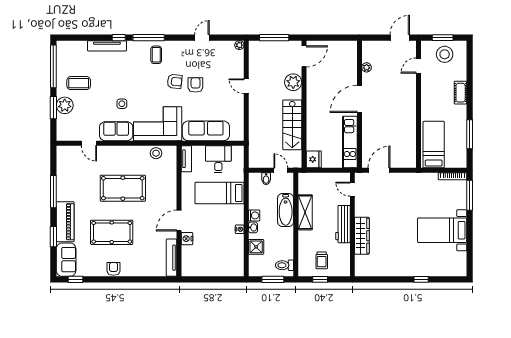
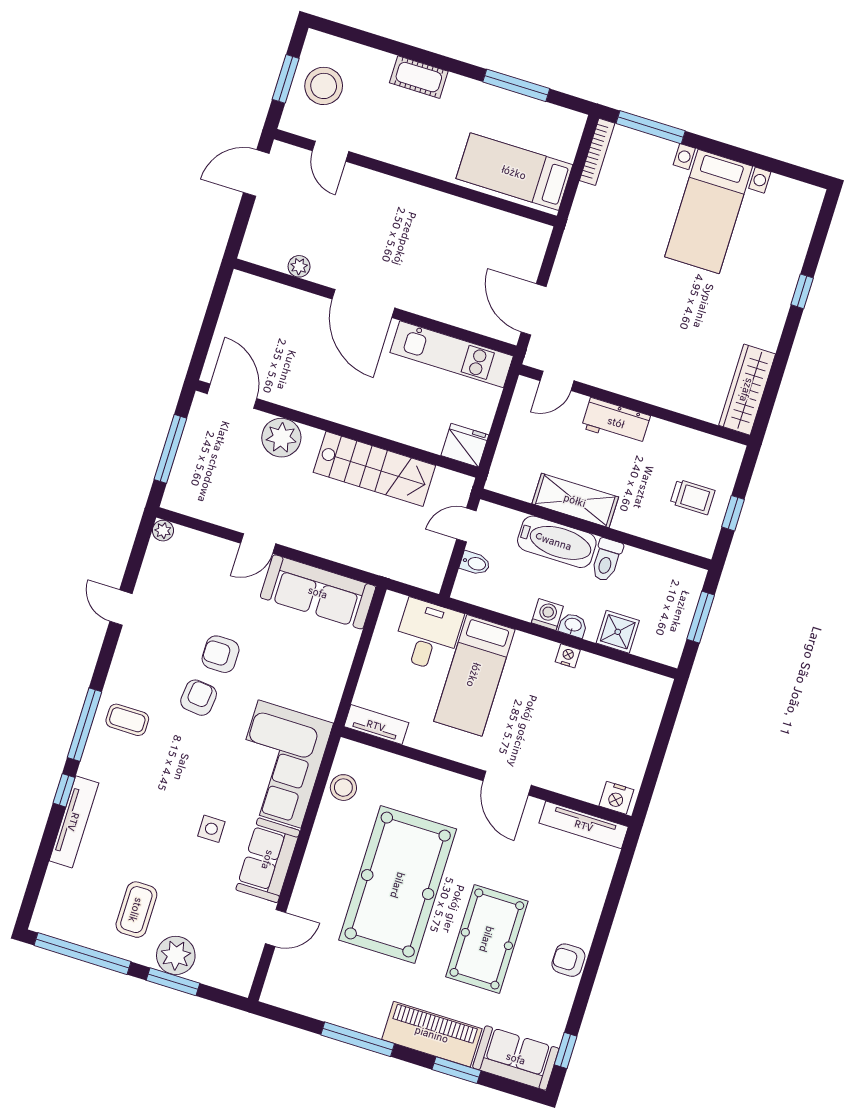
door: (400, 38) -> (256, 173), hinge flipped
sofa: (206, 131) -> (318, 592), moved, turned -90
desk: (218, 159) -> (428, 635), moved, turned 90
pool table: (123, 188) -> (398, 885), width x1.36, depth x1.32
workbench: (343, 224) -> (616, 422), width x0.73
wardrobe: (362, 236) -> (747, 390), moved, turned -90
nightstand: (187, 239) -> (616, 798), moved
toilet: (284, 265) -> (607, 560), moved

